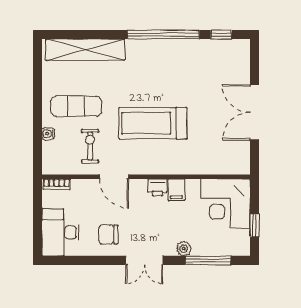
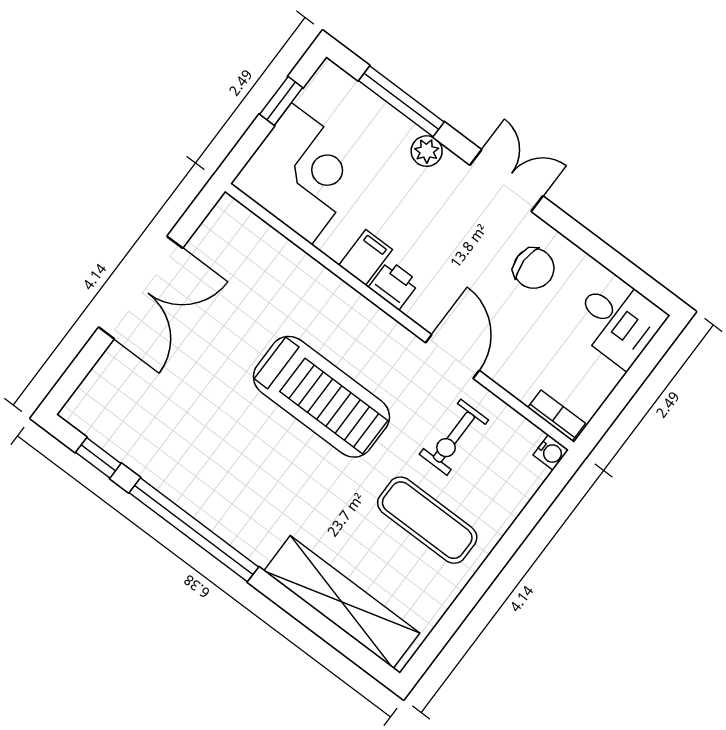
water cooler: (48, 134) -> (551, 452), moved
desk: (61, 232) -> (618, 321), width x0.73

